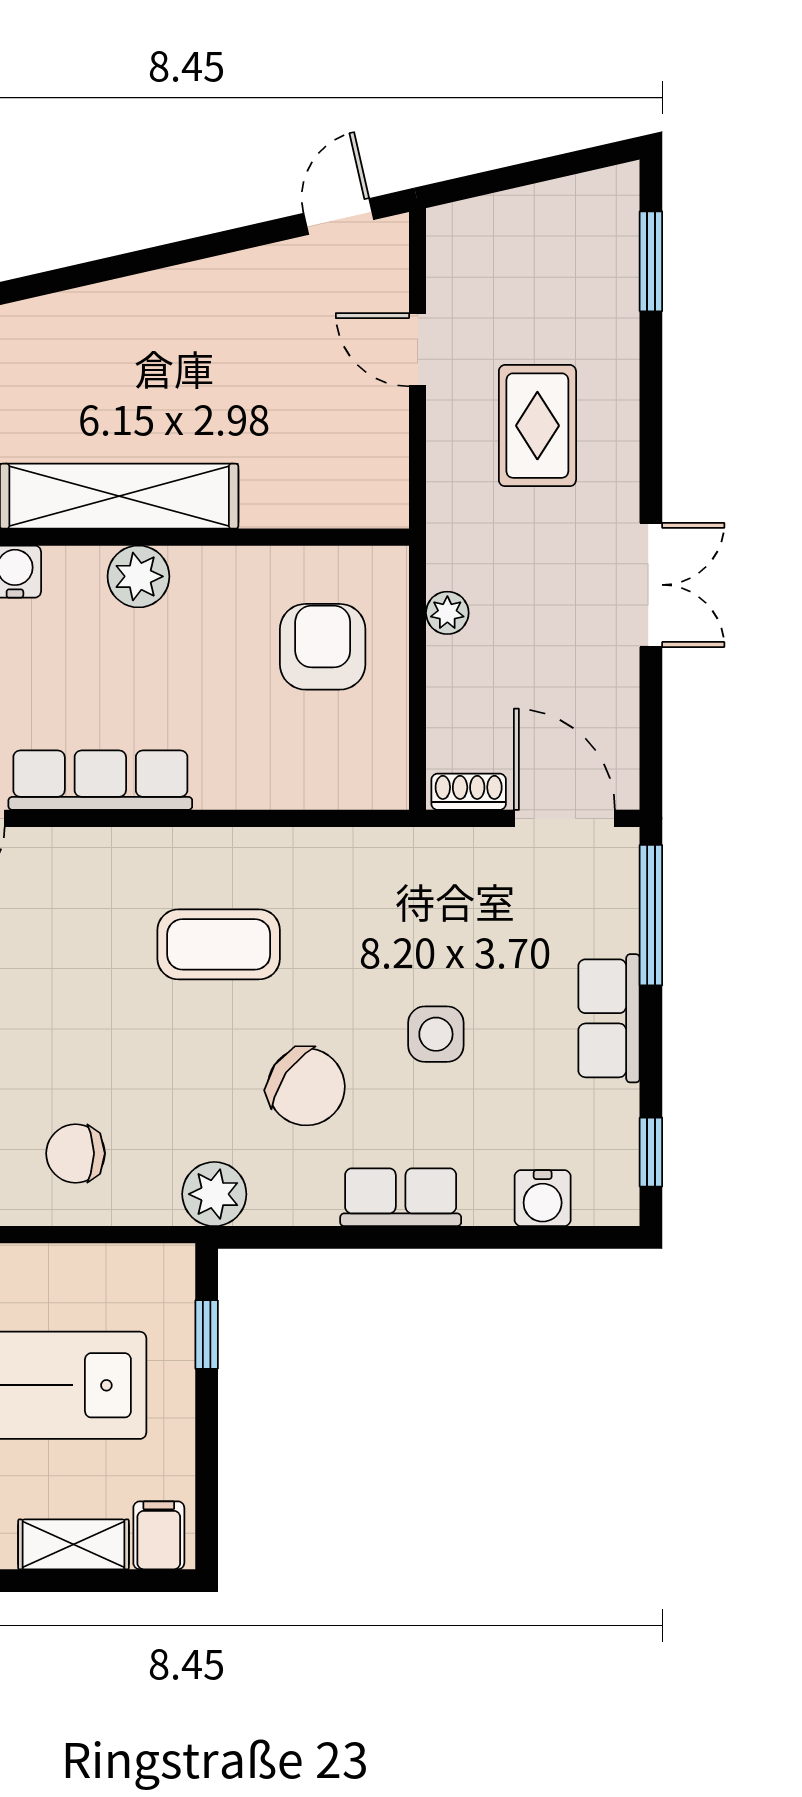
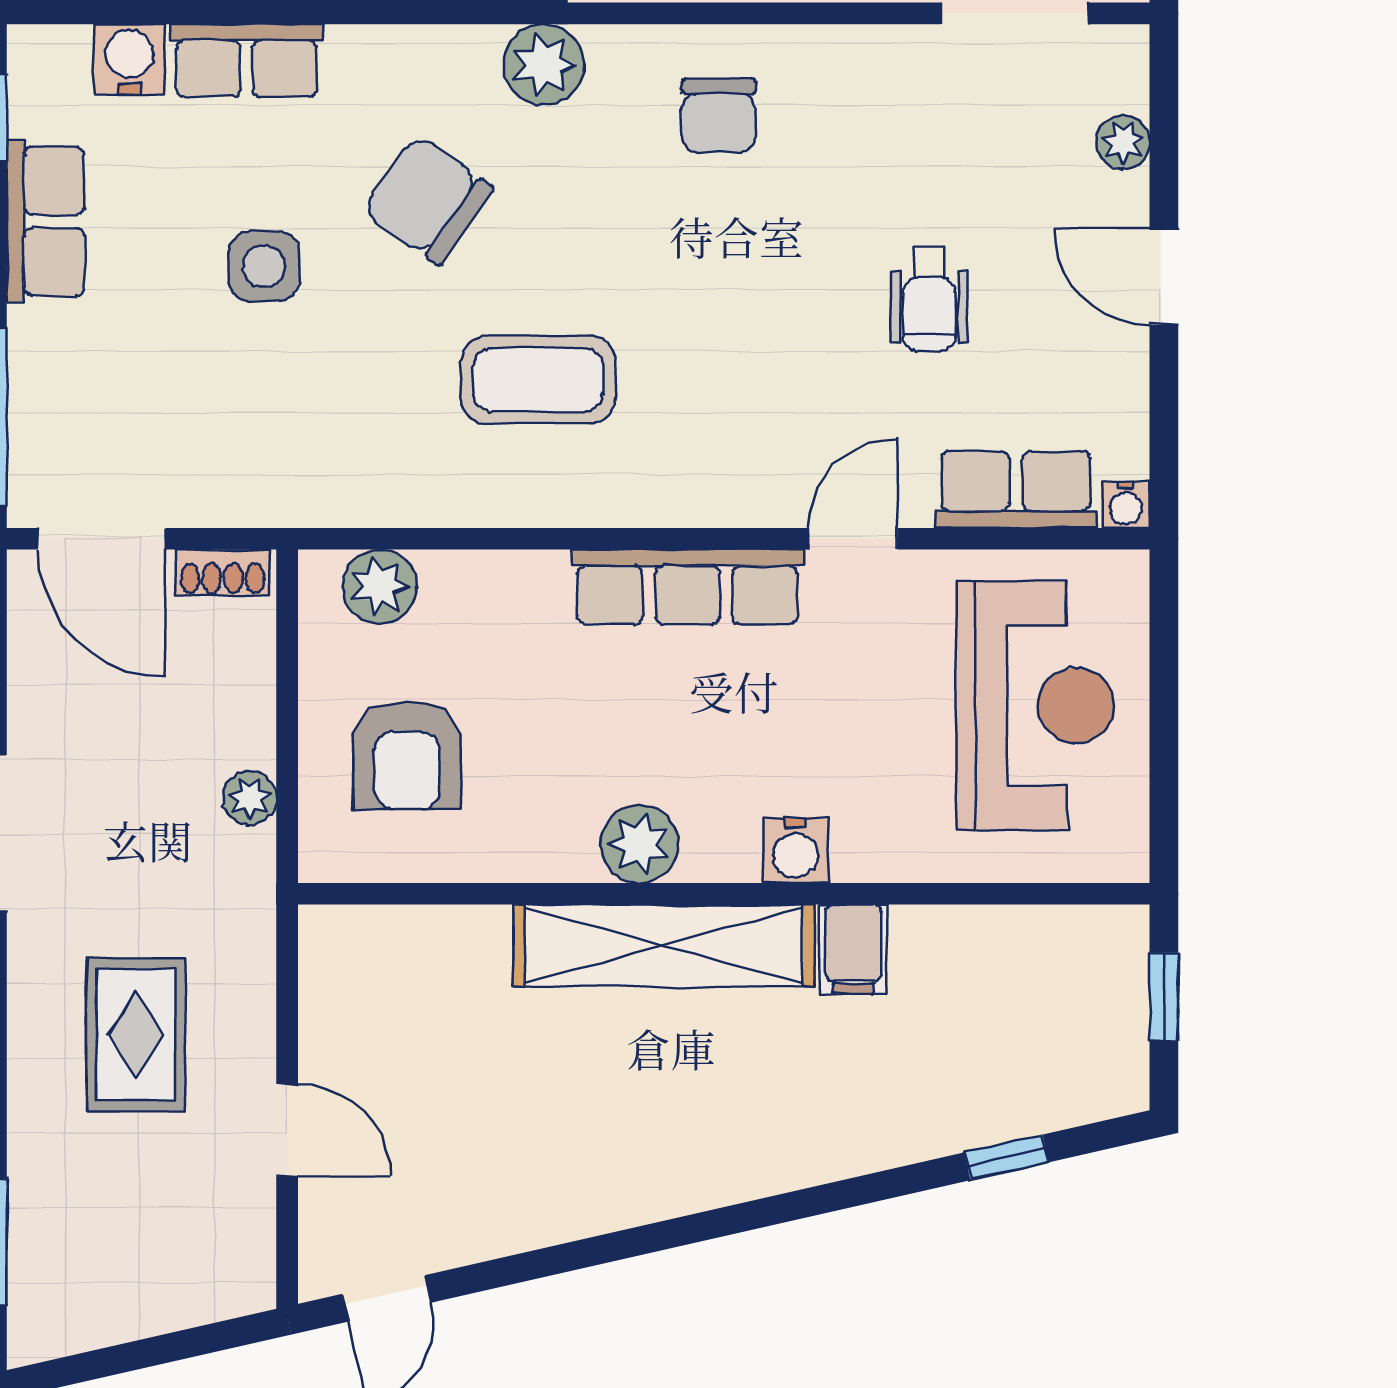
plant: (344, 781) -> (380, 586), added
row of seats: (609, 1018) -> (45, 221), moved
chair: (75, 1153) -> (719, 116), turned 90
row of seats: (401, 1197) -> (247, 60), moved

